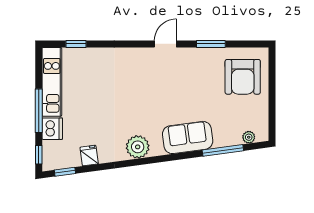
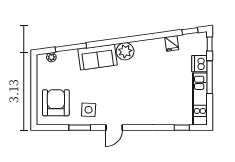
side table: (199, 68) -> (89, 110), added
plant: (138, 147) -> (125, 51), moved

